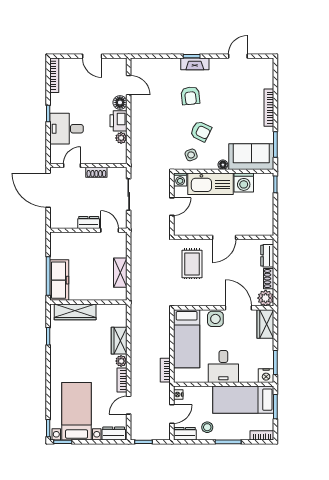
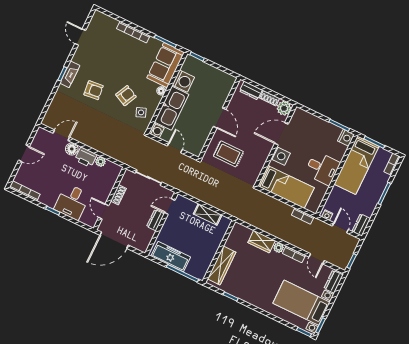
freezer: (59, 280) -> (171, 257), moved
wardrobe: (265, 324) -> (305, 118), removed
stool: (207, 427) -> (365, 205), removed

